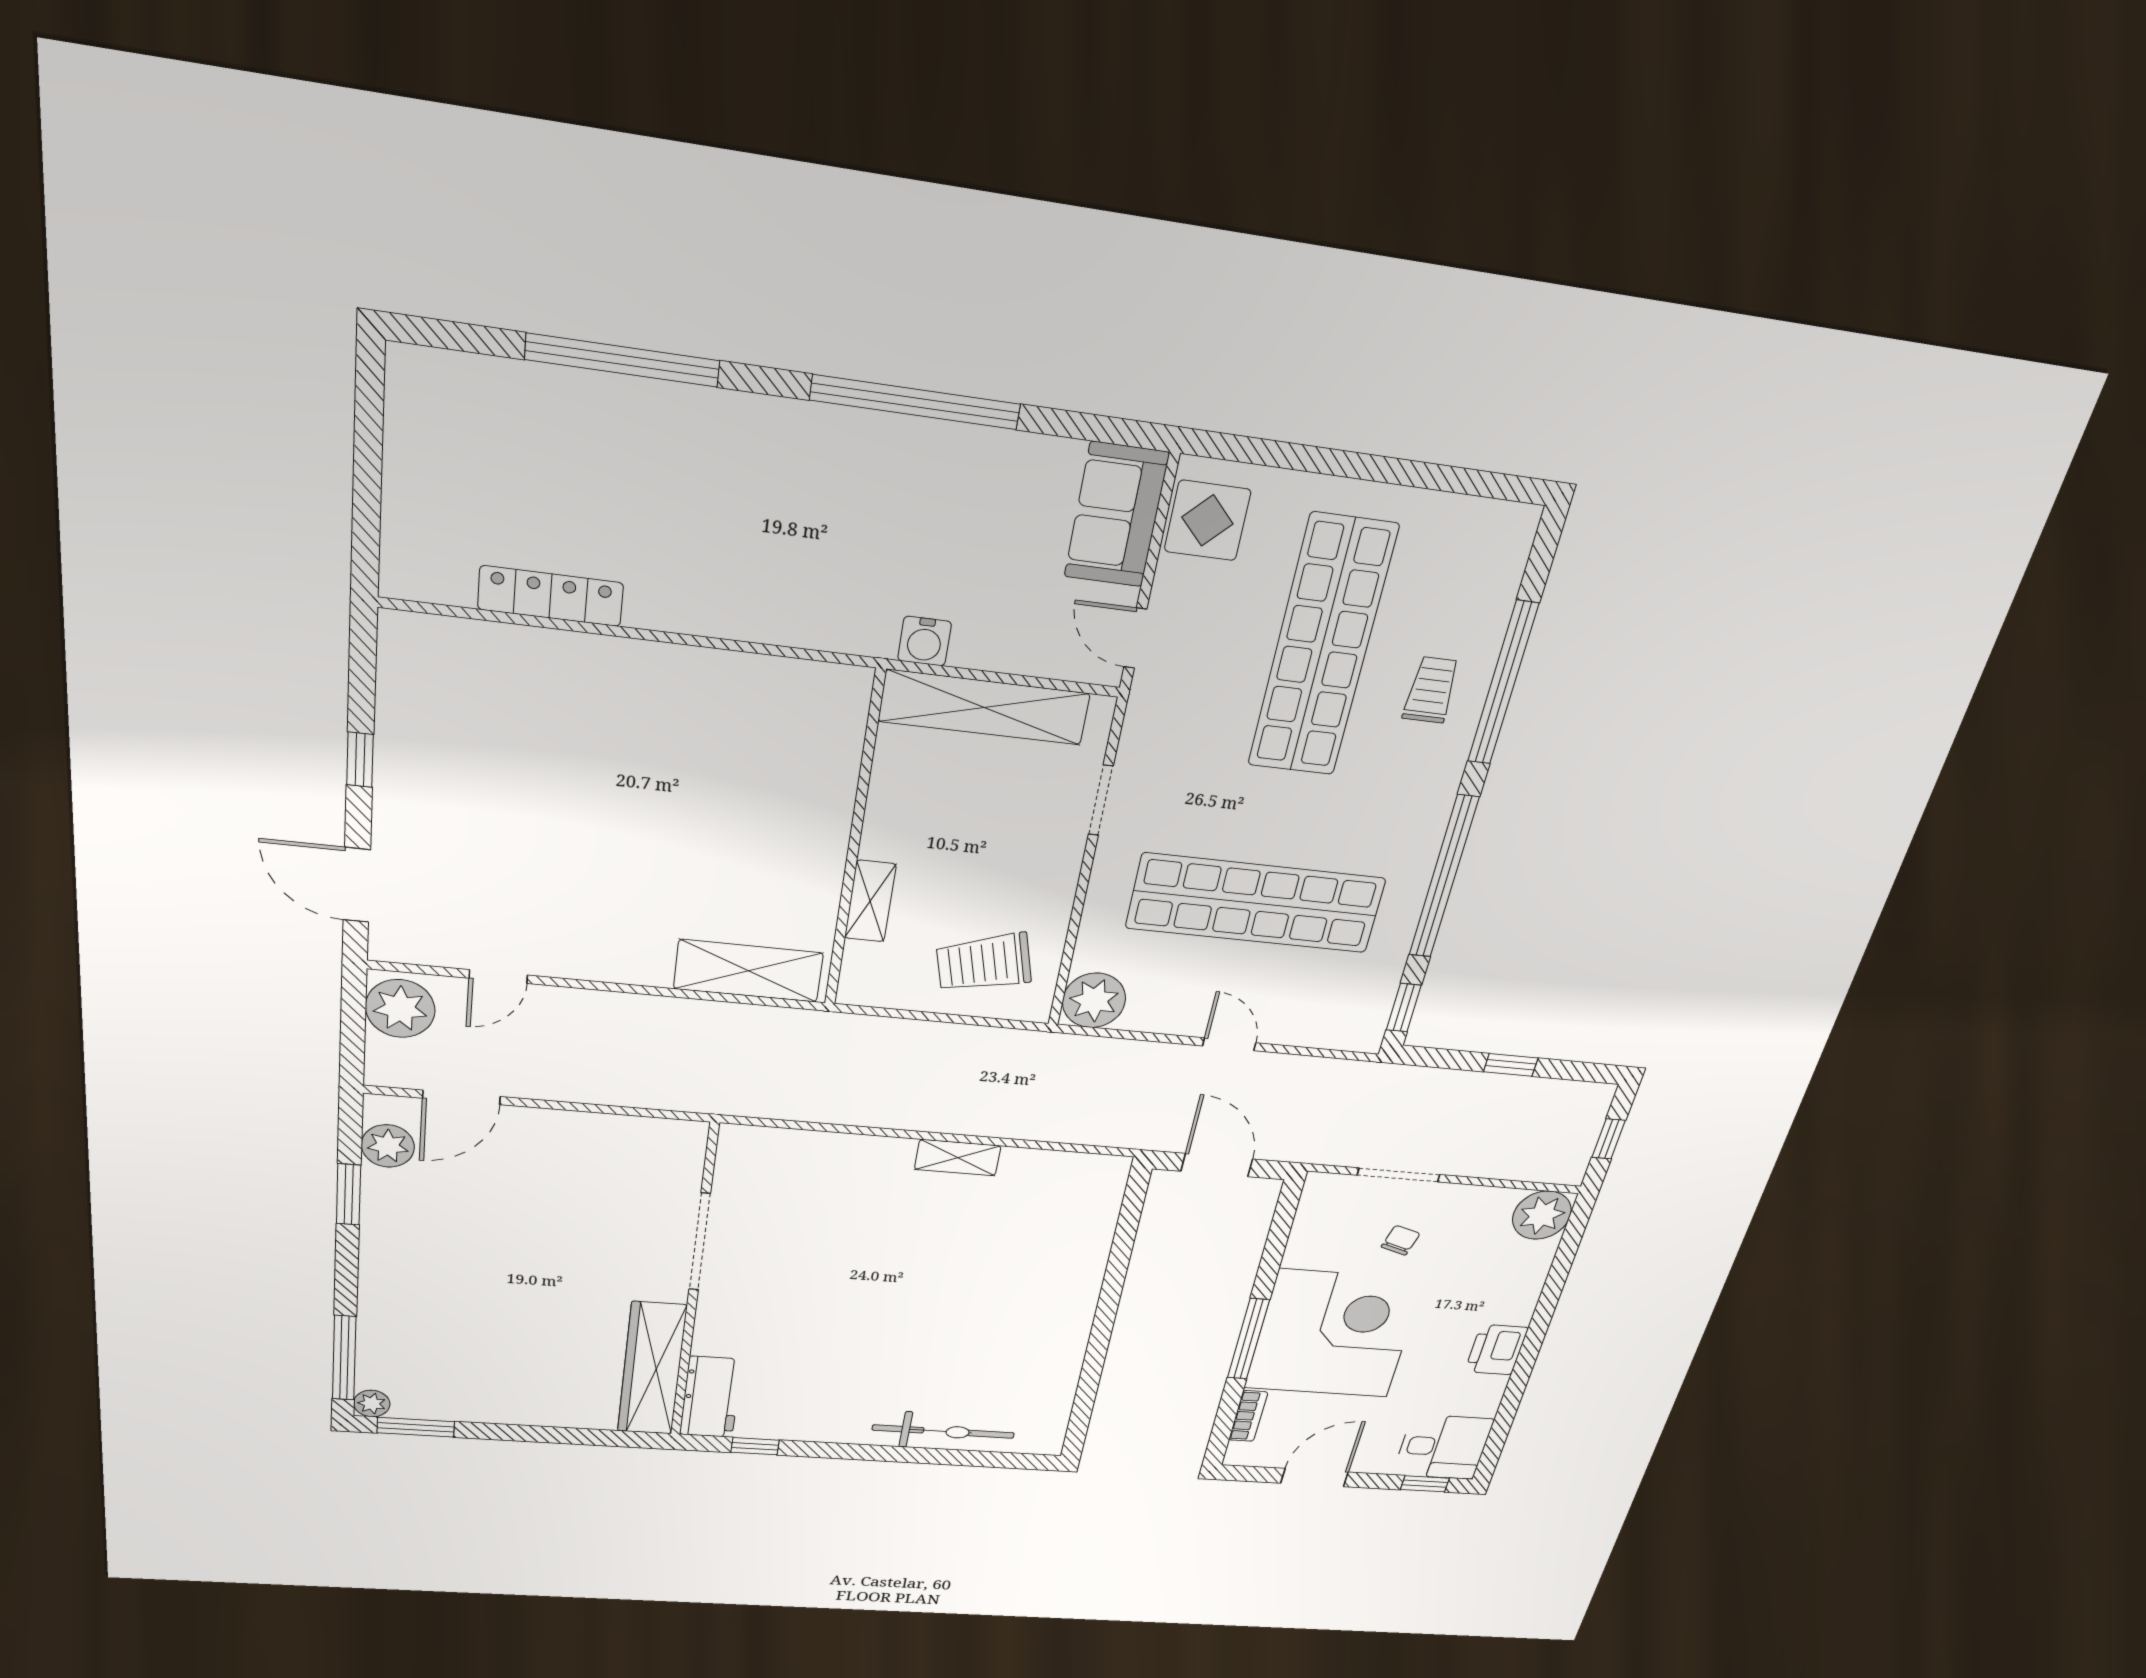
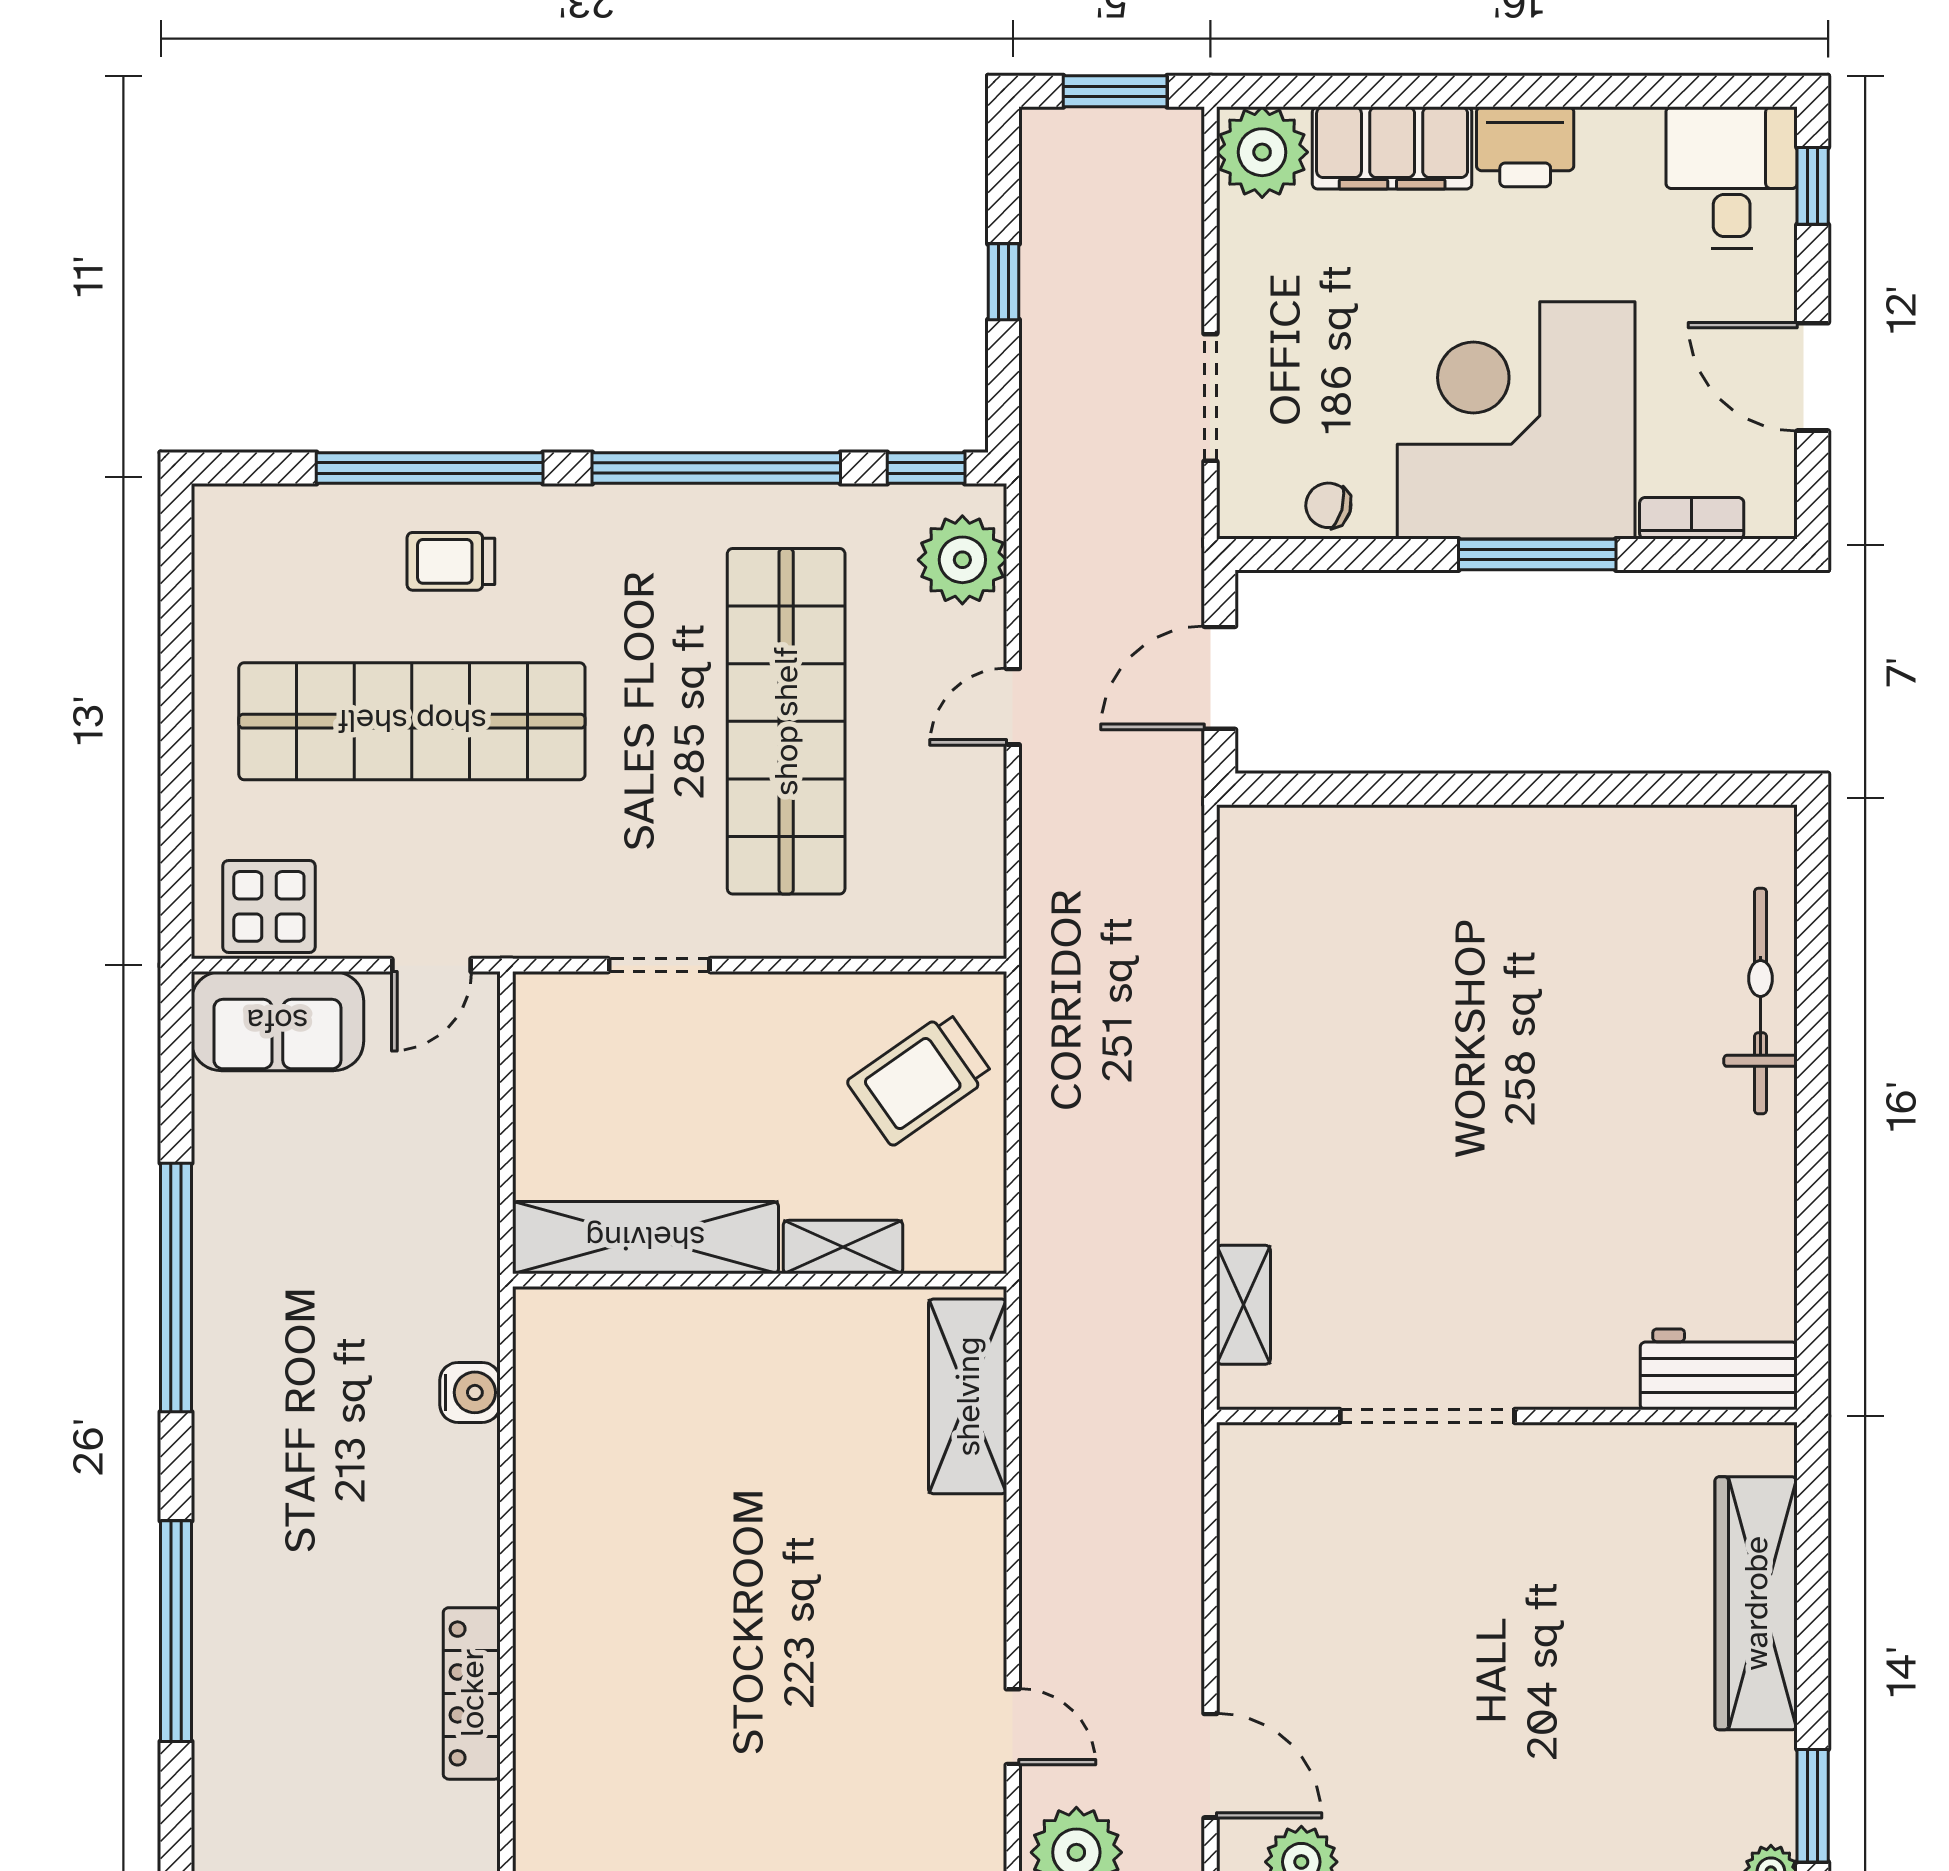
water cooler: (925, 641) -> (470, 1392), moved
shelving: (984, 707) -> (645, 1238), moved, turned 90
trolley: (984, 963) -> (920, 1079), turned 70
plant: (1094, 1000) -> (962, 560), moved
window: (1609, 1139) -> (1115, 91), width x1.50
shelving: (958, 1158) -> (1243, 1305), moved
chair: (1401, 1240) -> (1328, 505), moved
filing cabinet: (1520, 1283) -> (1392, 148), added
wardrobe: (652, 1369) -> (1756, 1603), moved, turned 90
window: (755, 1446) -> (1813, 1291), removed

